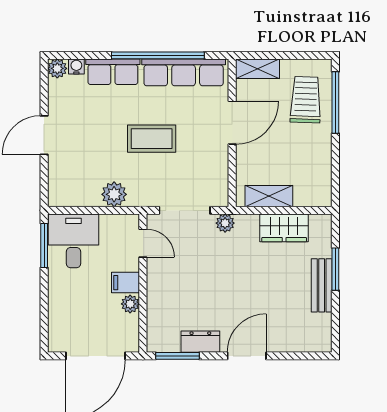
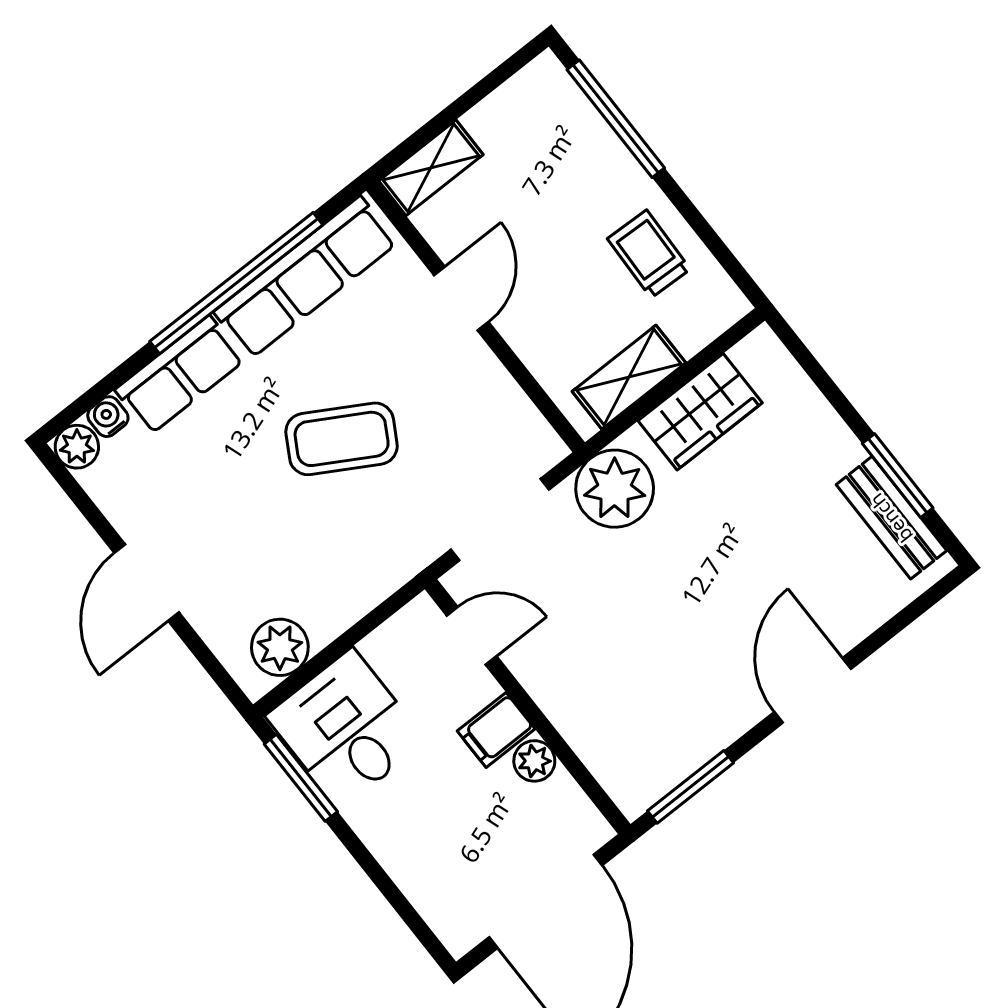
trolley: (306, 100) -> (649, 254), moved, width x0.73, depth x0.72
door: (232, 123) -> (461, 299), width x0.73
coffee table: (152, 139) -> (342, 439), turned 30
plant: (114, 194) -> (280, 647), moved
plant: (225, 223) -> (615, 489), width x1.88, depth x1.88
window: (335, 269) -> (898, 476), moved
bench: (322, 285) -> (891, 518), moved
dresser: (200, 342) -> (711, 730), removed

